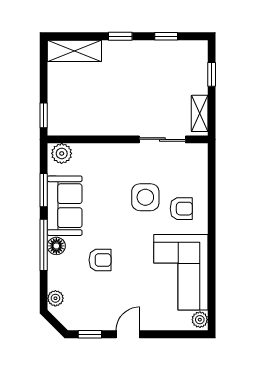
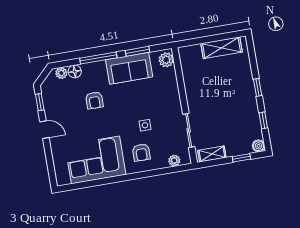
boiler: (199, 48) -> (259, 146), added
shelving: (74, 51) -> (222, 48), moved, turned 90
window: (44, 115) -> (191, 42), removed
side table: (145, 197) -> (145, 125), width x0.54, depth x0.54
floor lamp: (56, 246) -> (75, 71), moved
plant: (200, 320) -> (174, 161), moved

